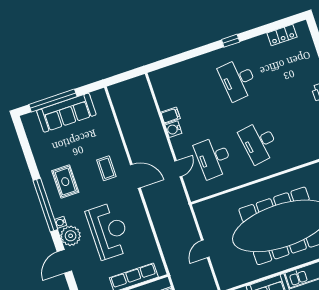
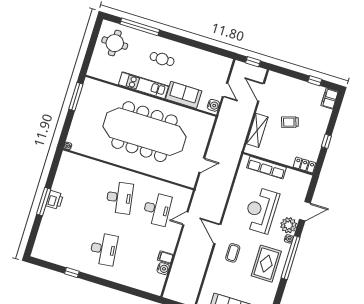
locker: (282, 35) -> (53, 258), removed
window: (231, 41) -> (72, 273), moved
water cooler: (173, 129) -> (163, 269), moved
rug: (65, 182) -> (266, 264), width x1.36, depth x1.43
door: (205, 249) -> (202, 165), moved

